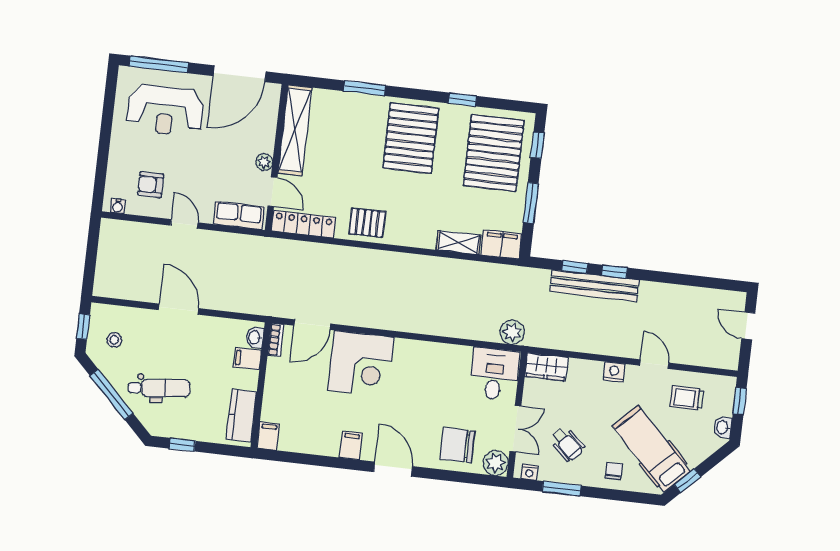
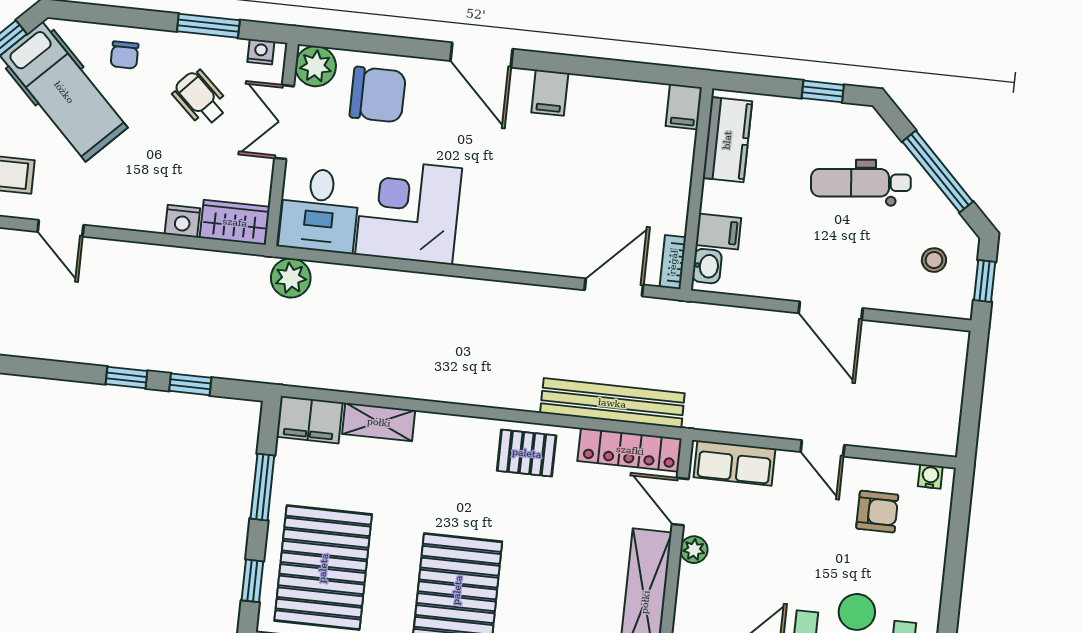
bench: (595, 286) -> (612, 403), moved
corner desk: (361, 364) -> (409, 211), moved
nightstand: (614, 372) -> (182, 221), moved

